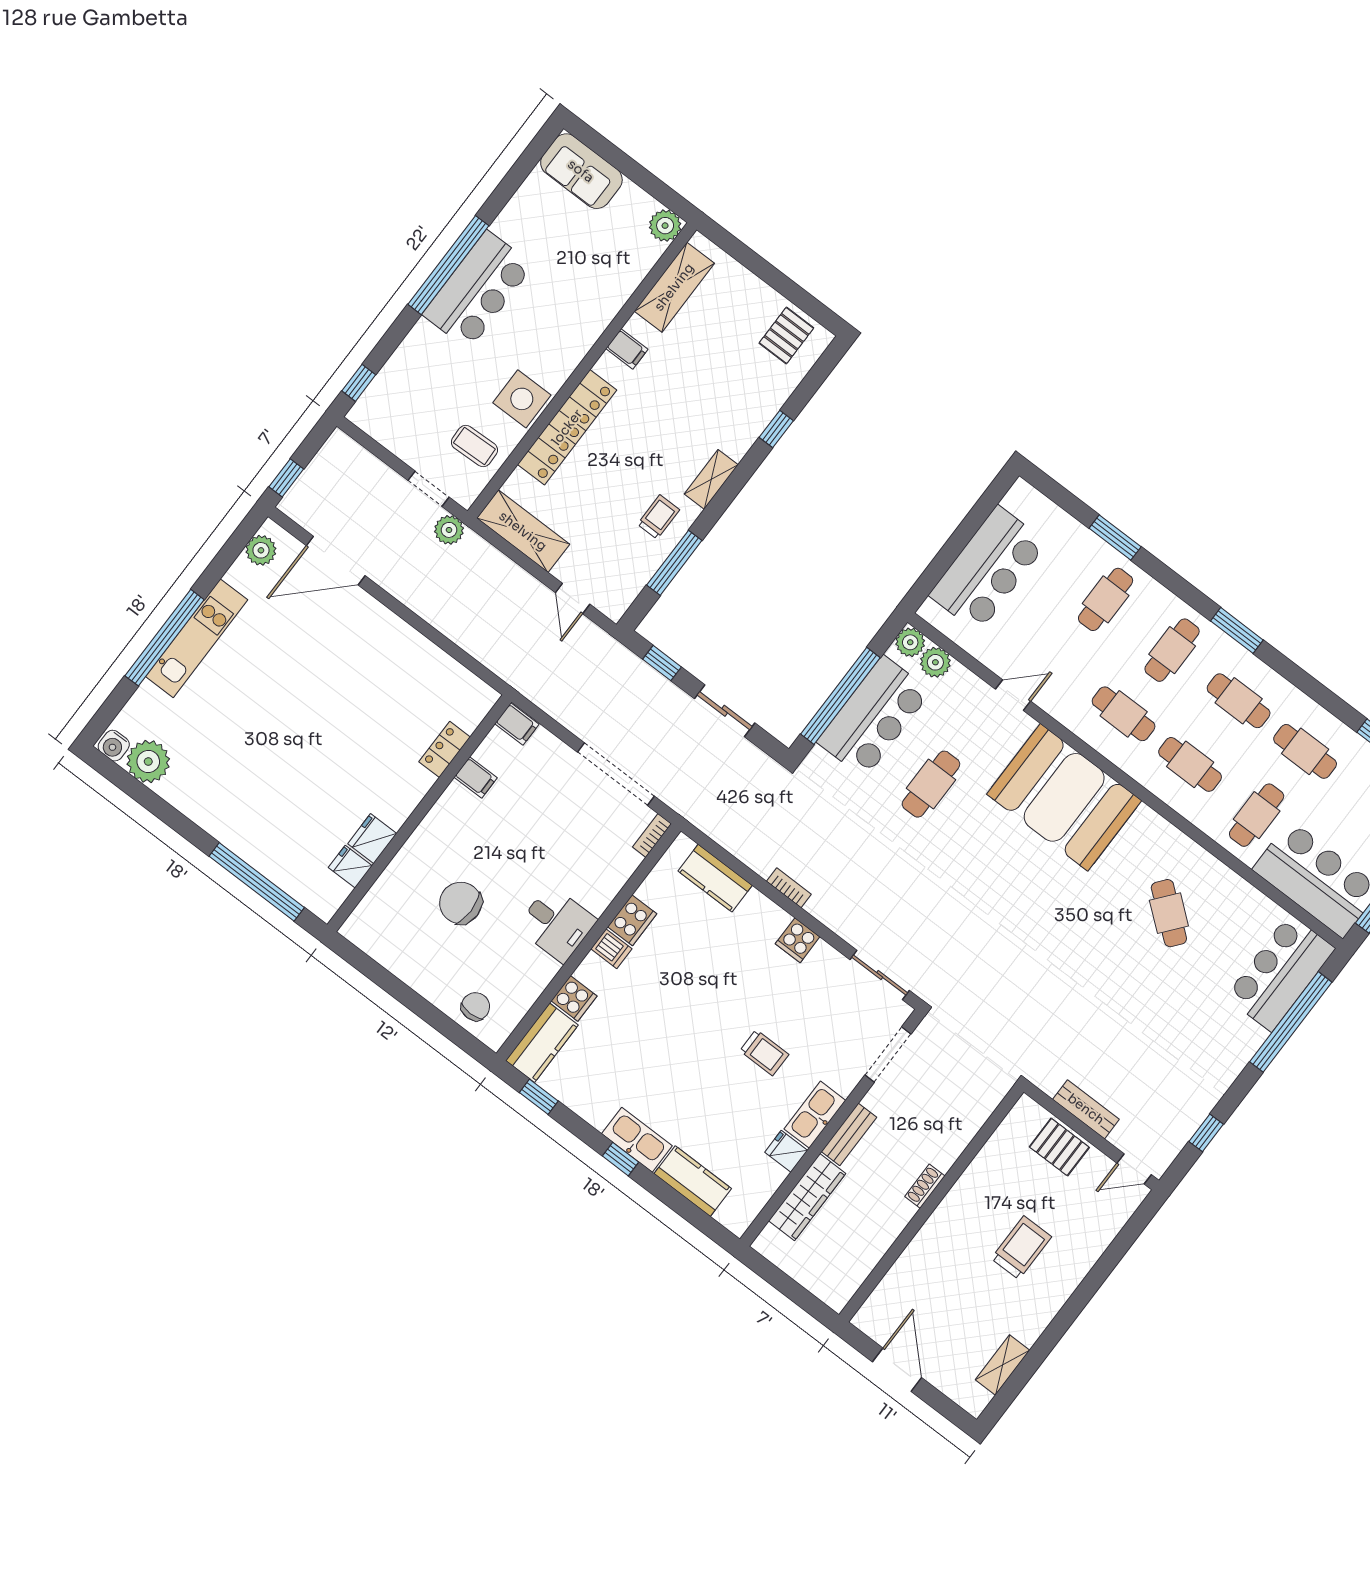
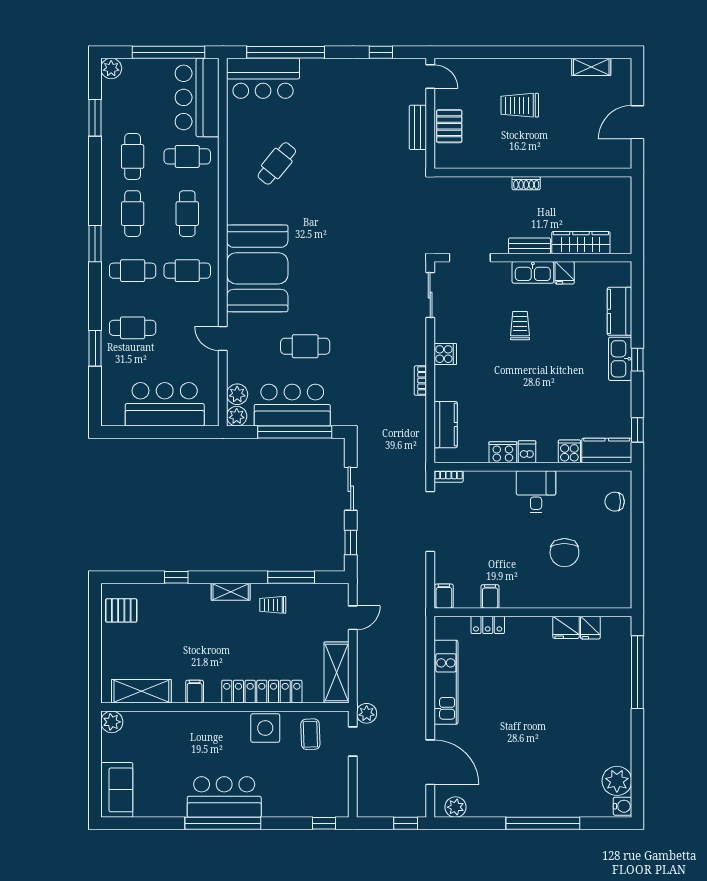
kitchen unit: (197, 638) -> (446, 682), moved, turned 90
cafe table: (1124, 714) -> (187, 271), turned 90

